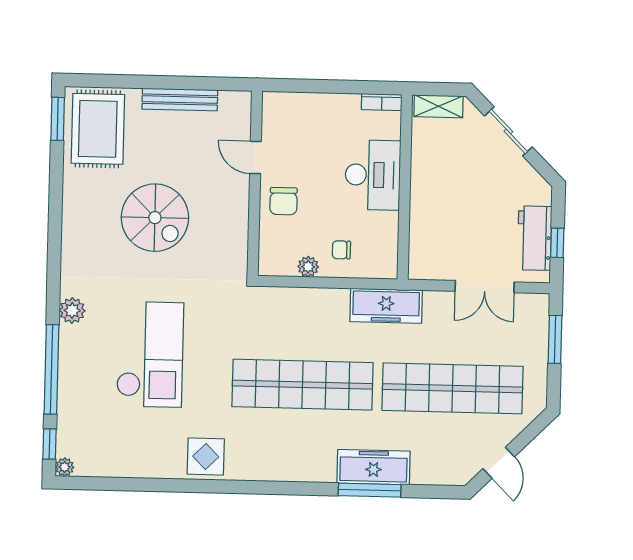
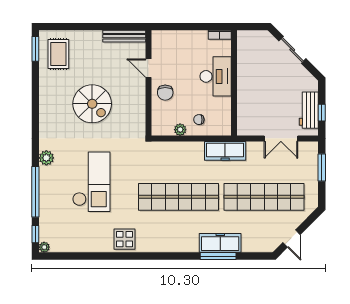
bench: (180, 100) -> (124, 36), moved
shelving: (438, 106) -> (252, 36), removed
rug: (98, 129) -> (58, 54), width x0.73, depth x0.70

